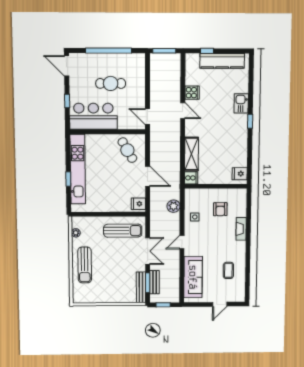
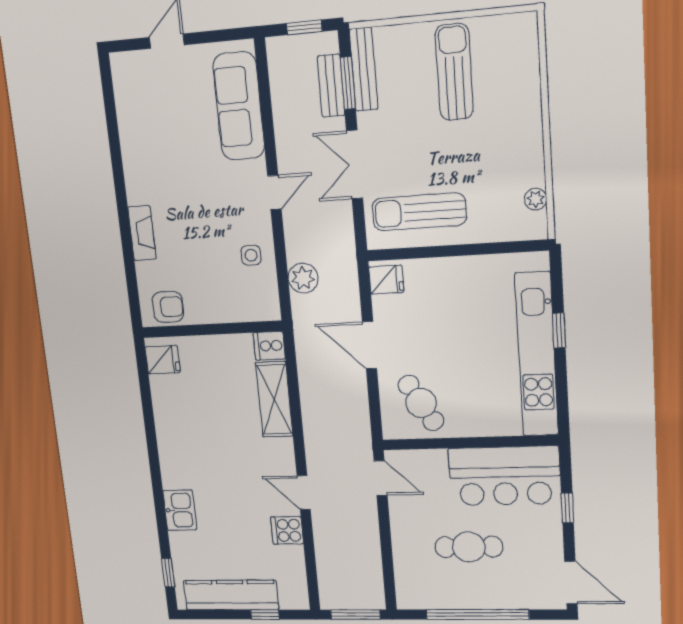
window: (250, 121) -> (168, 573), moved
armchair: (220, 209) -> (168, 307), moved, turned 91
sun lounger: (85, 265) -> (454, 72), moved
coffee table: (228, 270) -> (158, 130), removed

